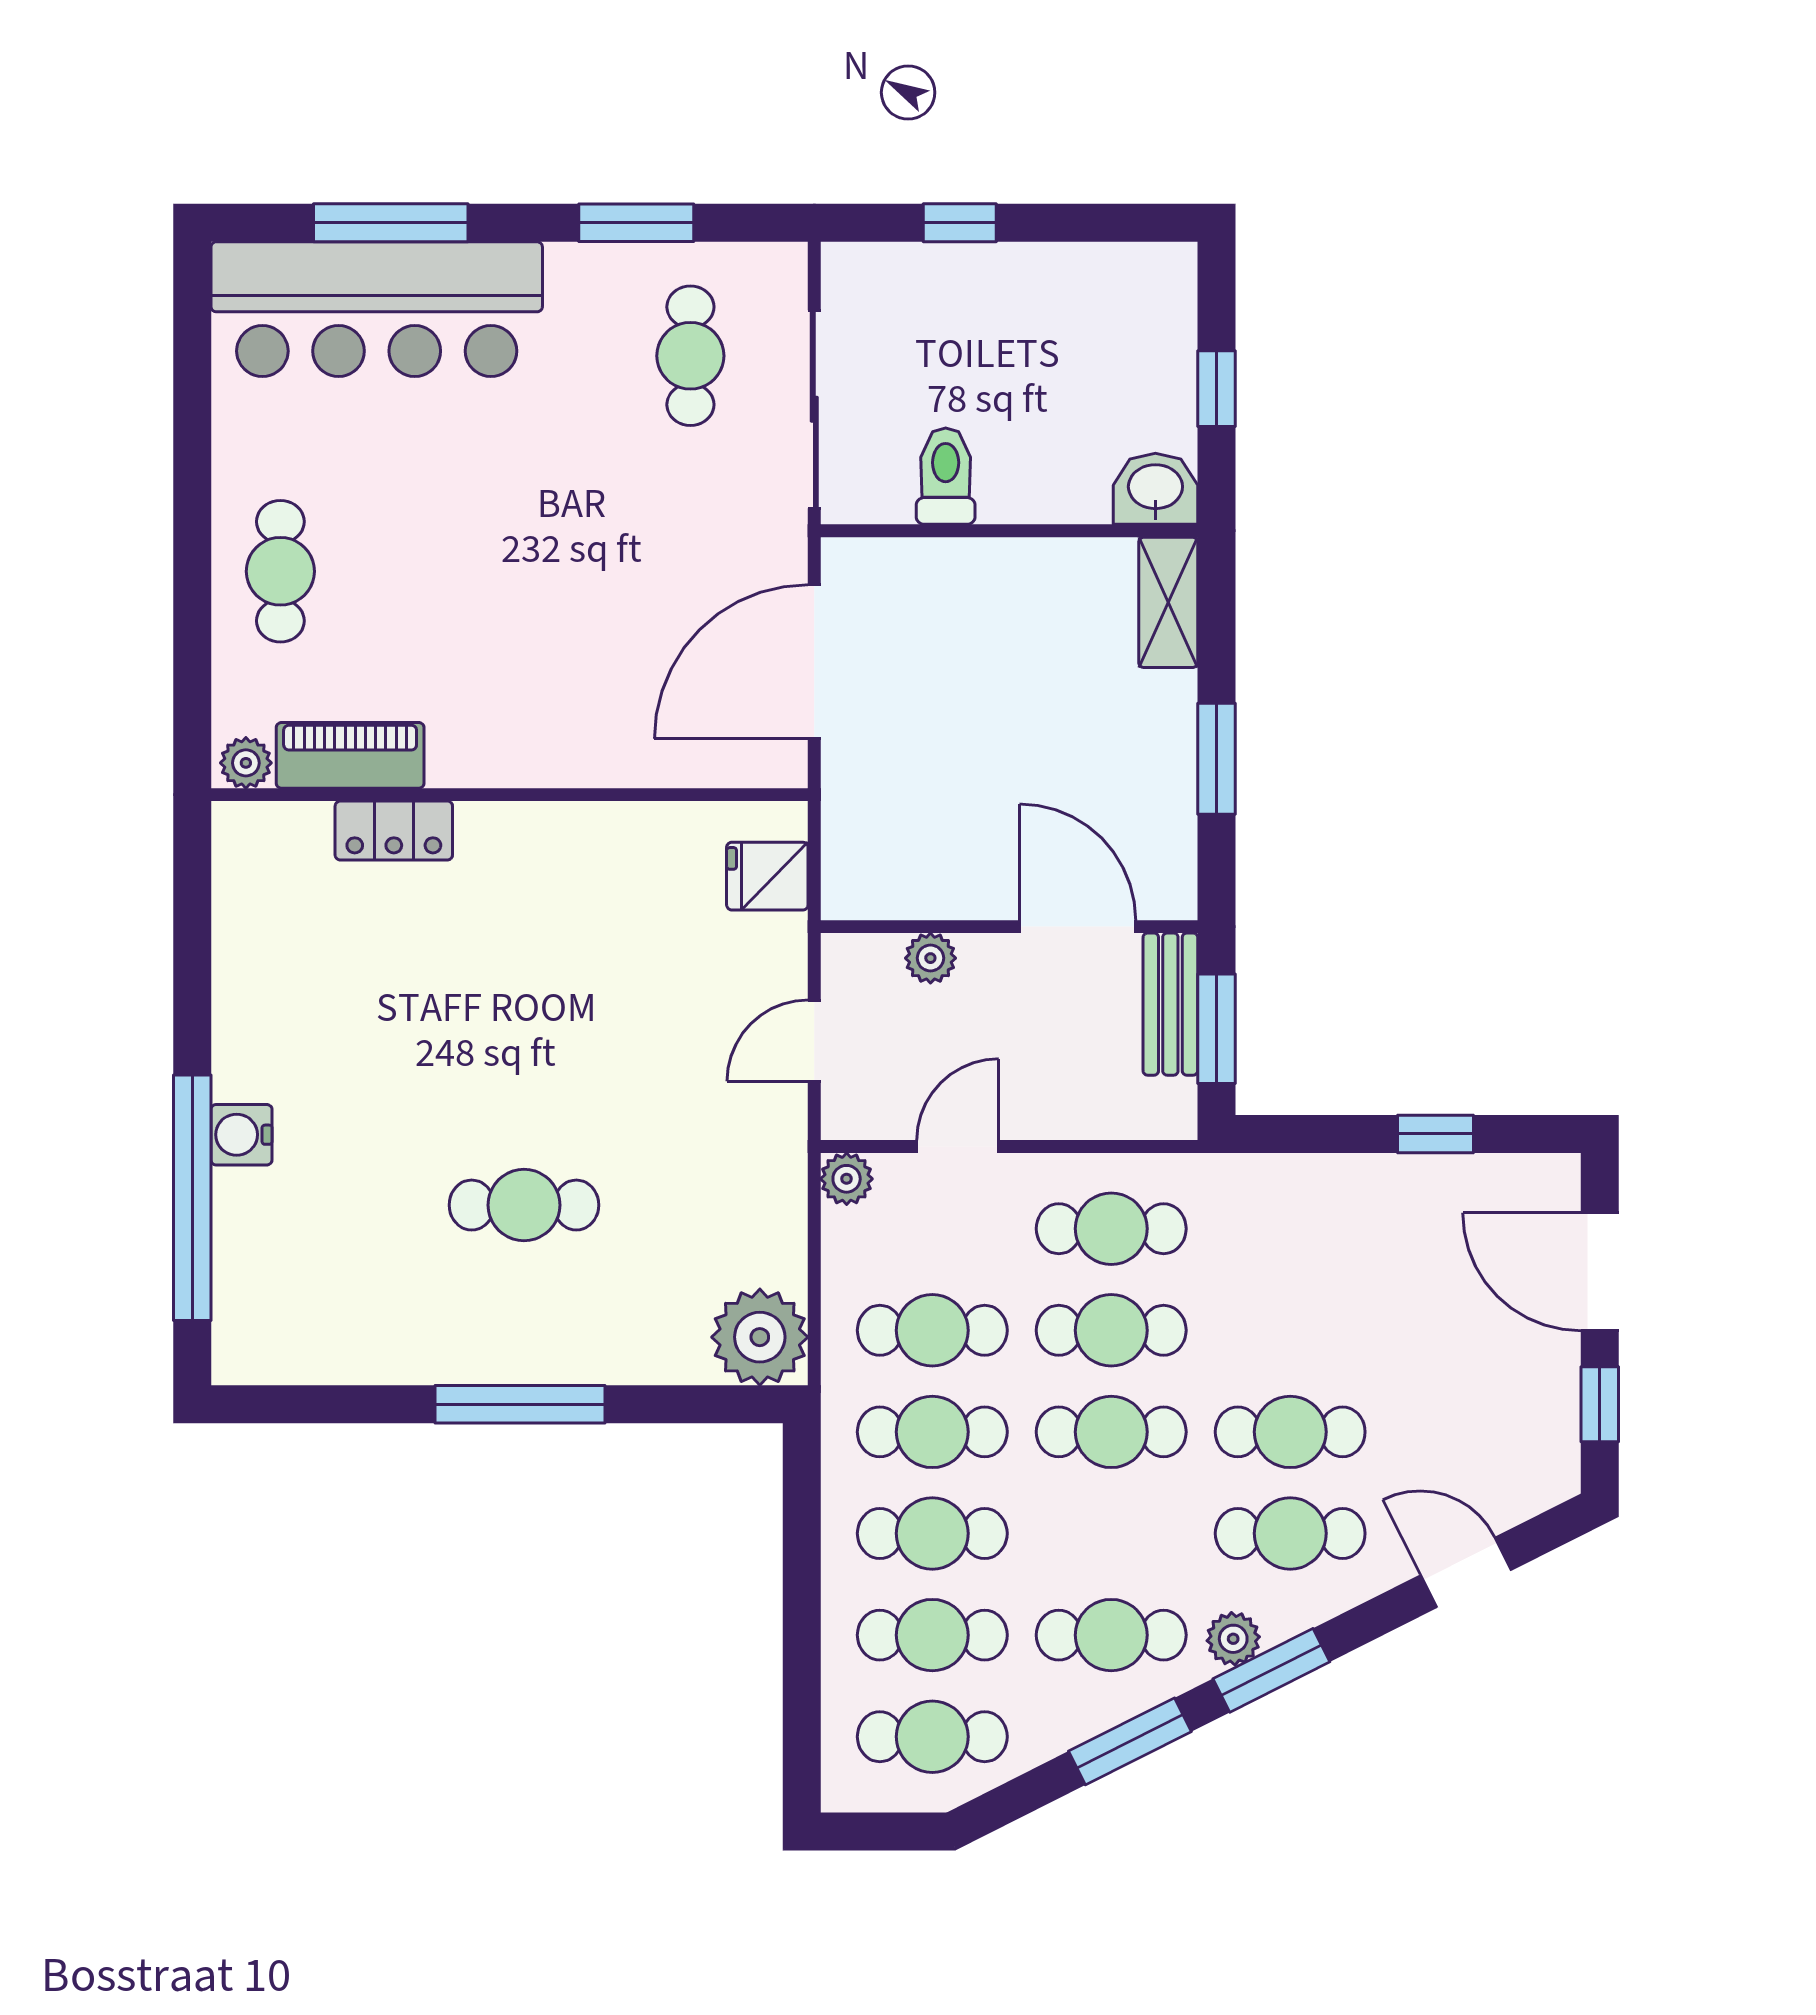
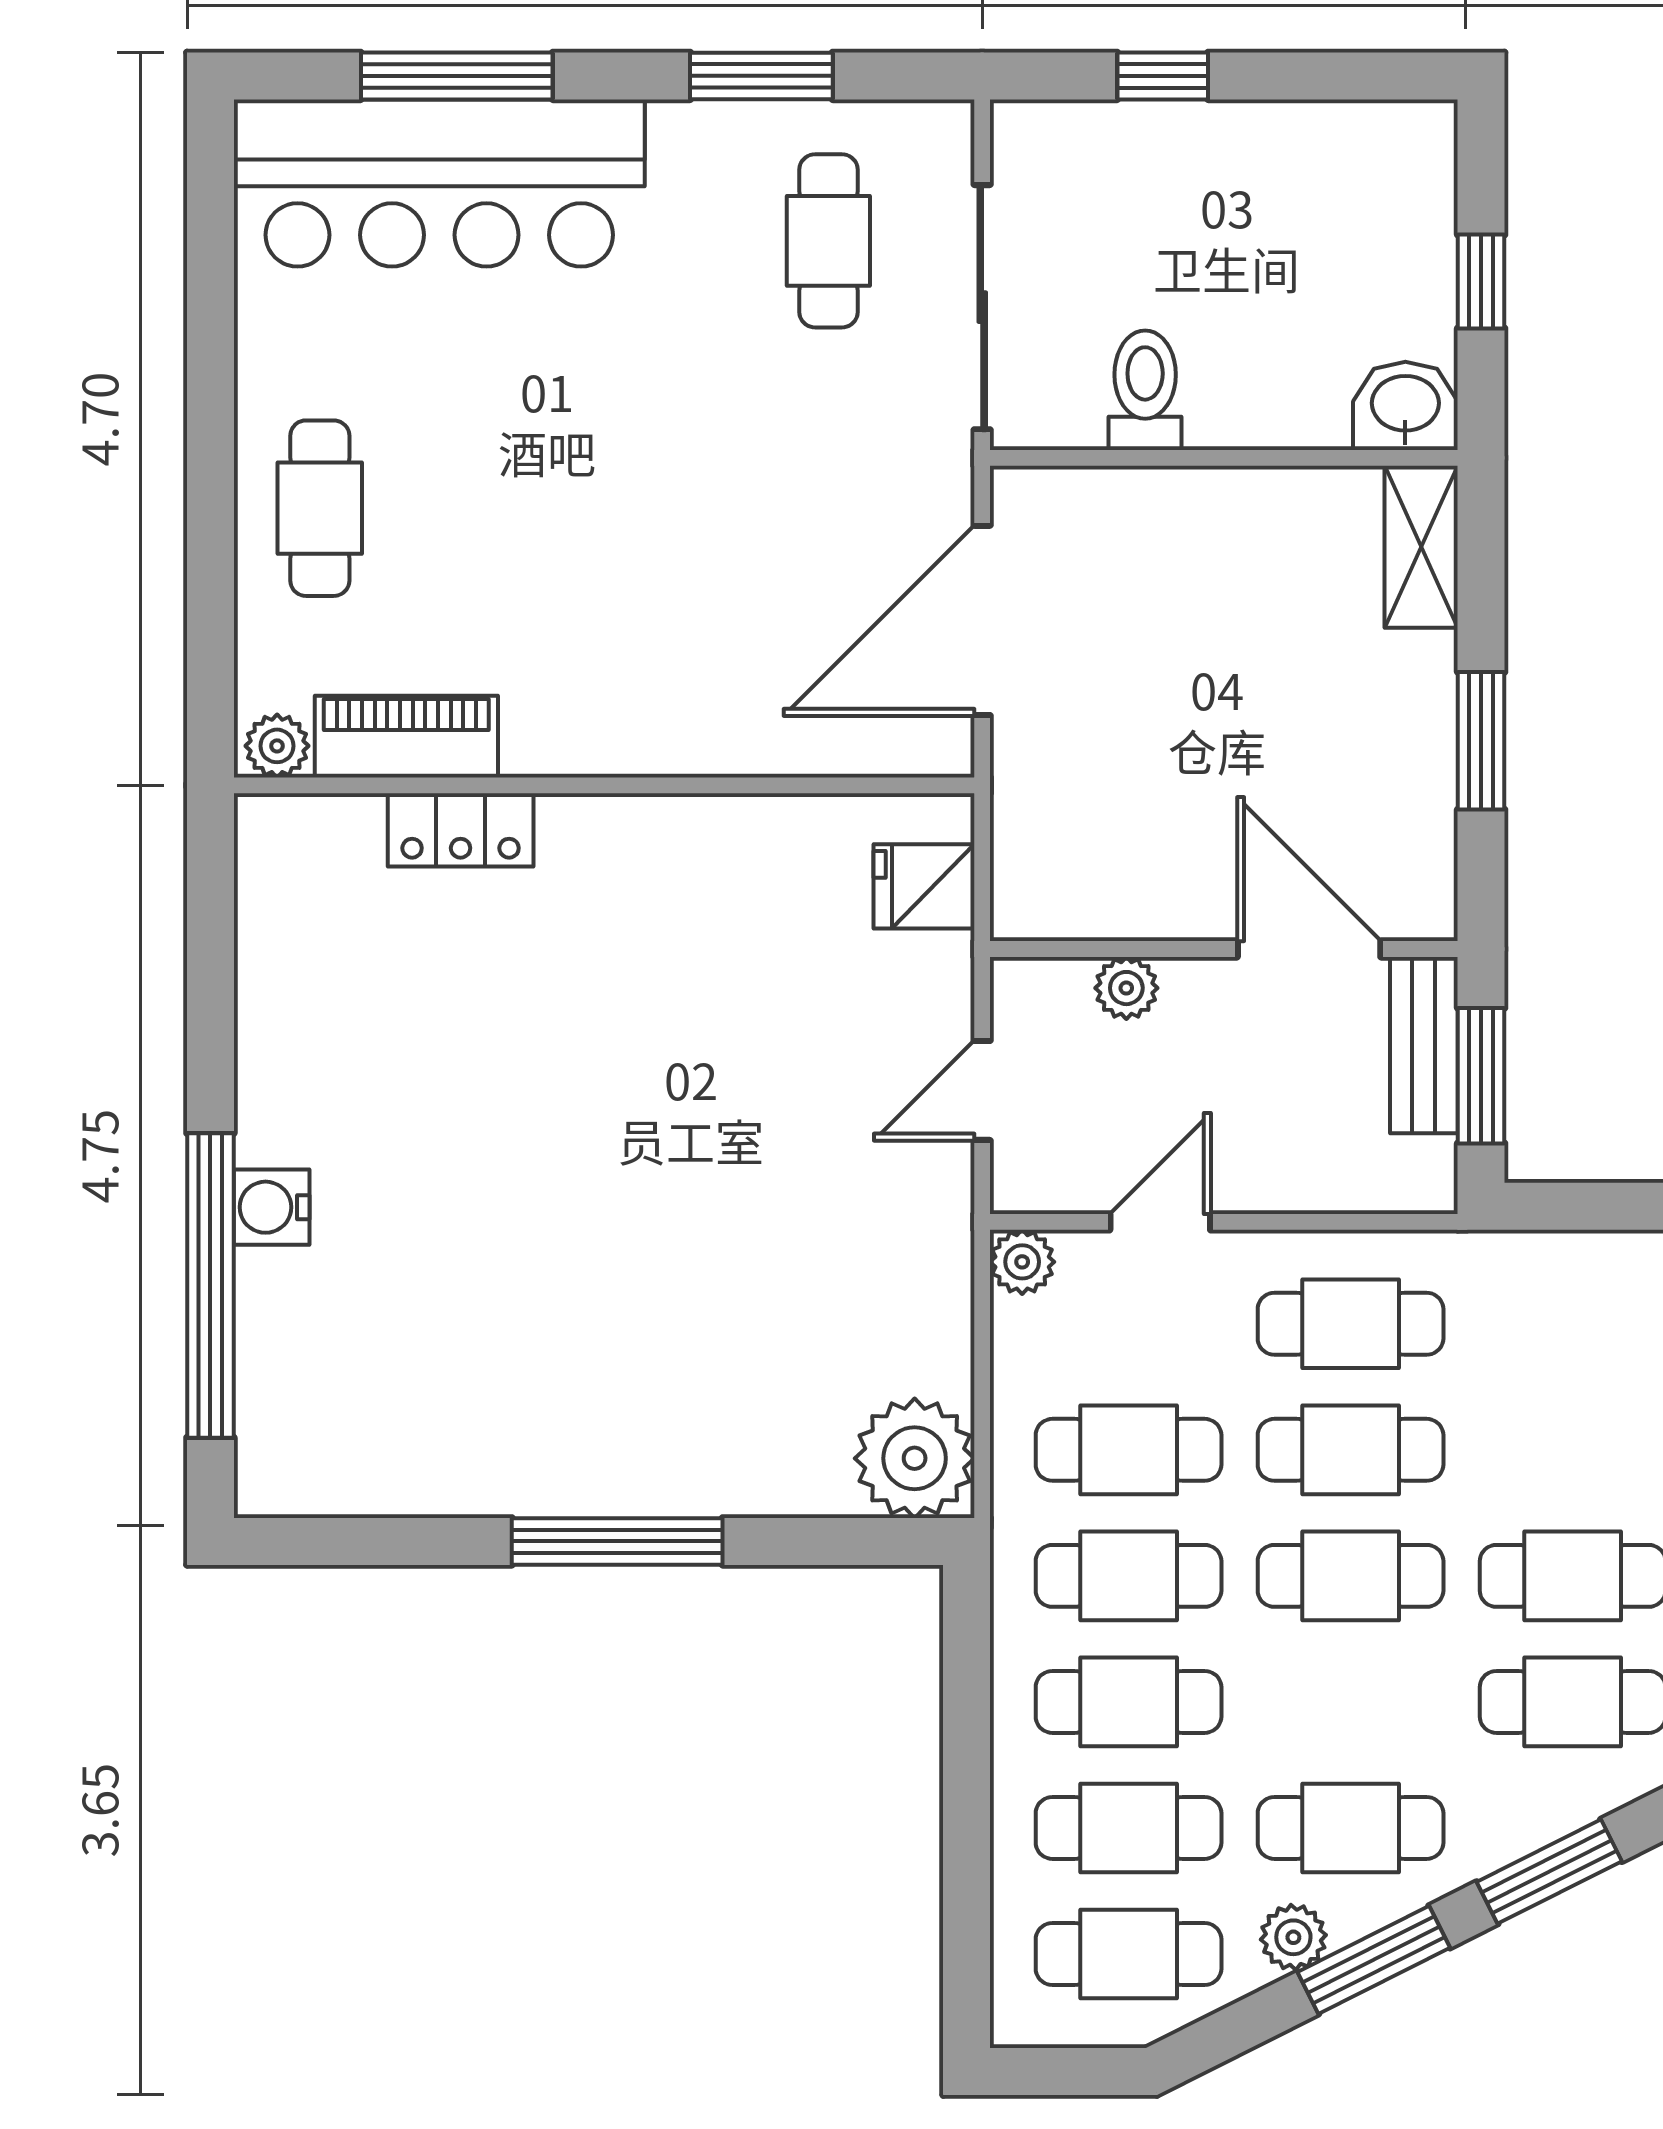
cafe table: (524, 1205) -> (622, 1294), removed
plant: (1233, 1639) -> (1293, 1937), moved

